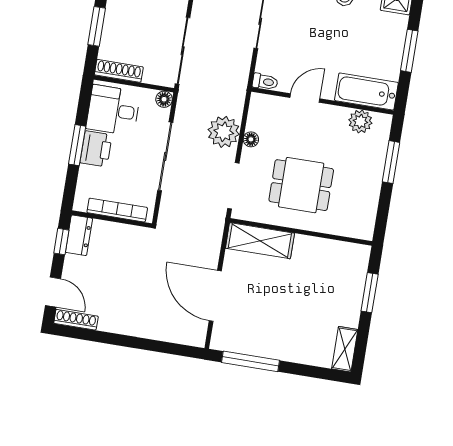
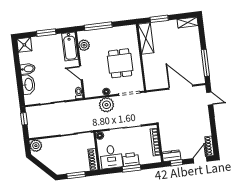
window: (391, 162) -> (98, 26), width x1.44
shelving: (260, 241) -> (146, 38), moved
door: (215, 296) -> (181, 87), swing flipped
door: (174, 349) -> (210, 99), added

